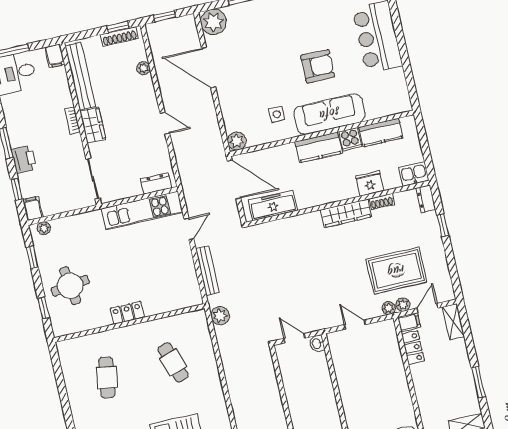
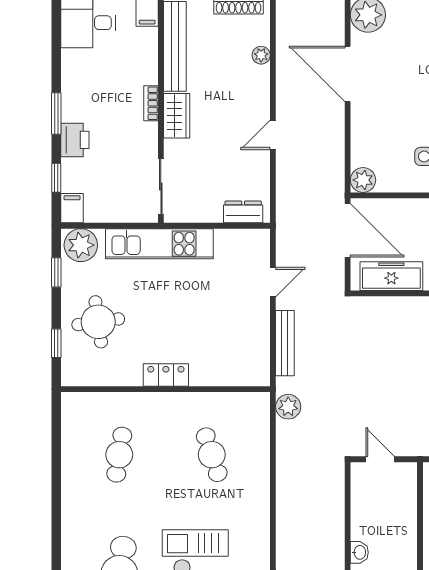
door: (165, 123) -> (273, 135), swing flipped
kitchen unit: (142, 211) -> (159, 244), moved
plant: (44, 228) -> (81, 245), width x1.88, depth x1.88
washbasin: (317, 344) -> (359, 552), moved, turned 180

